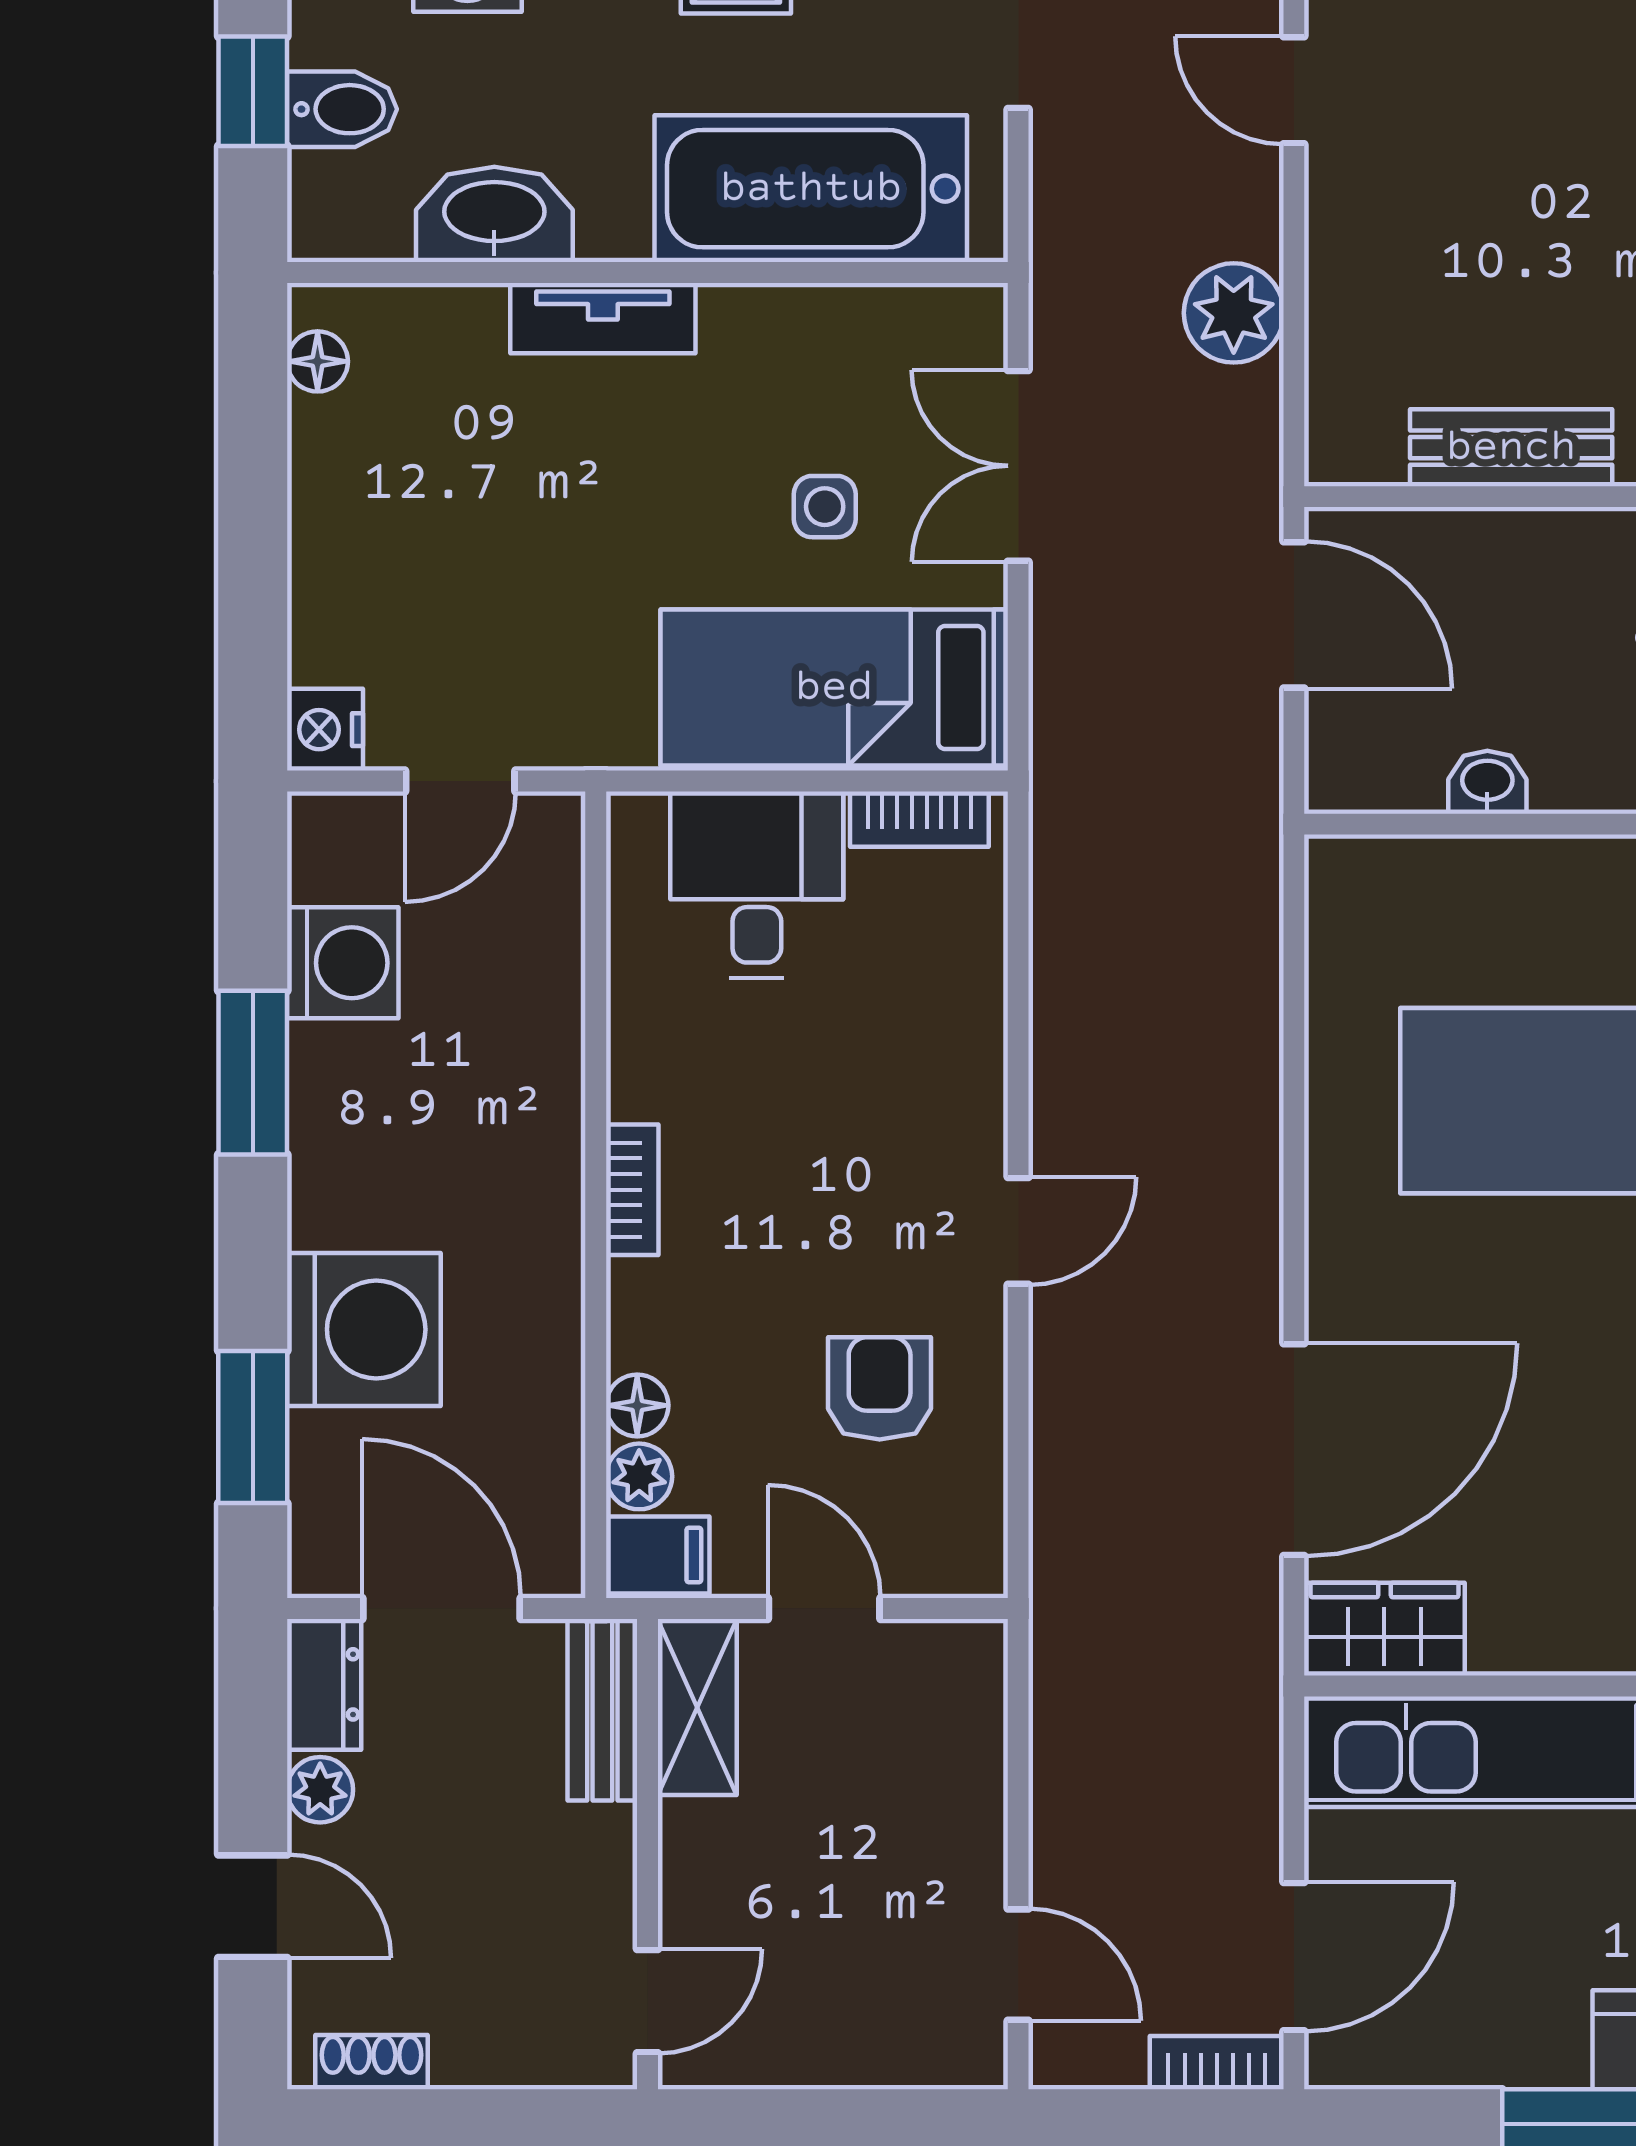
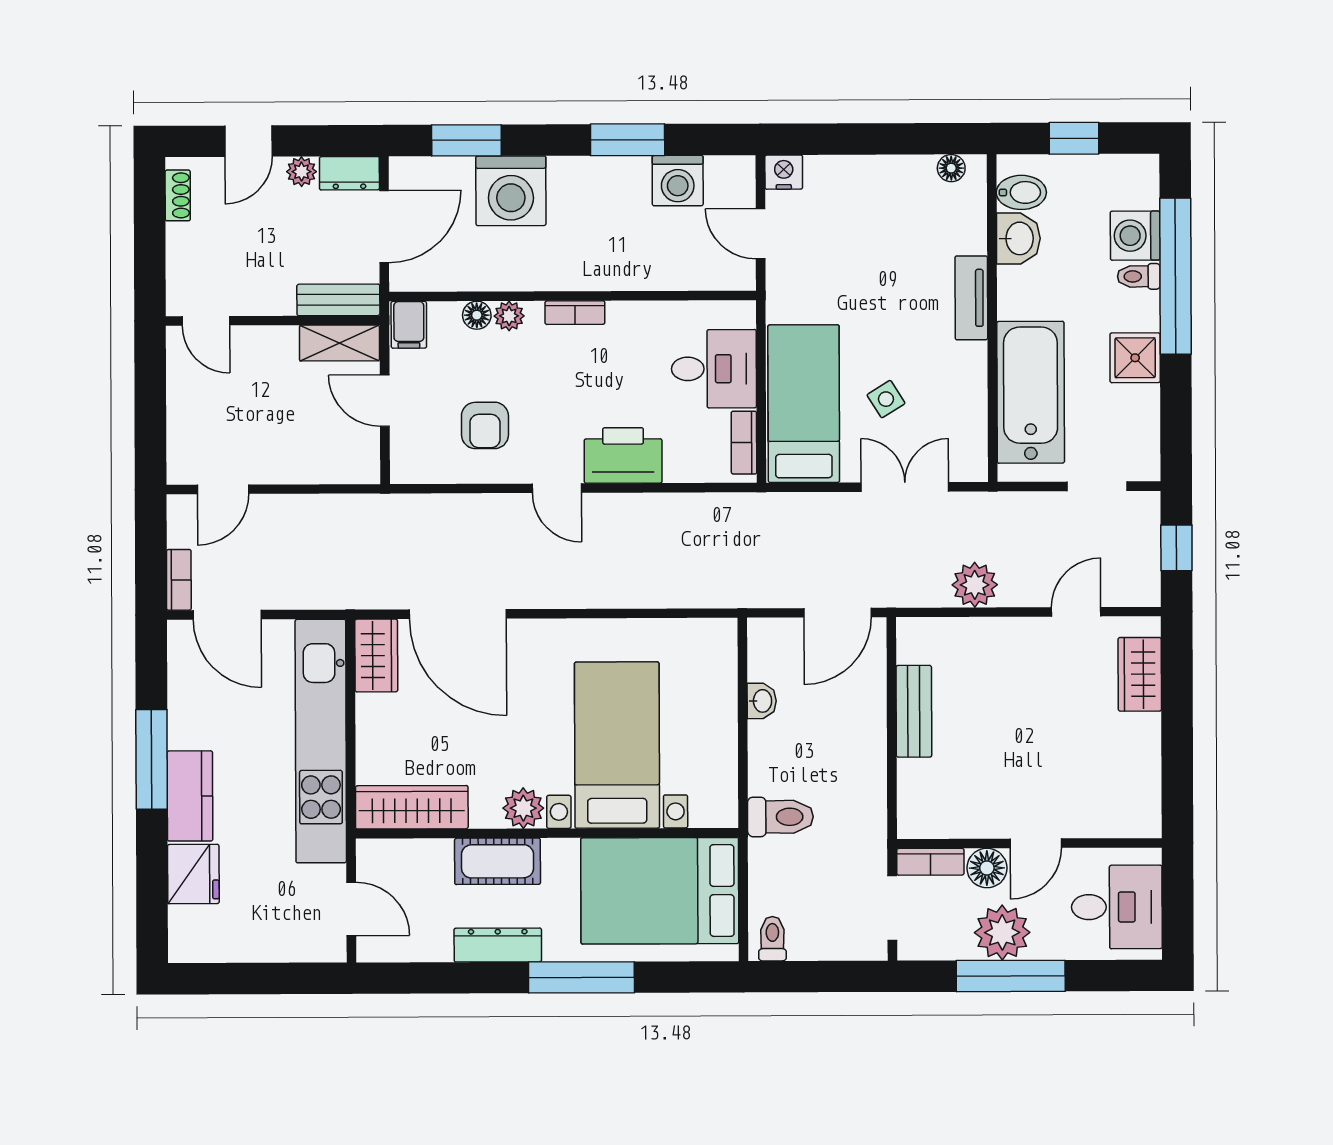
bidet: (342, 109) -> (1021, 192), moved, turned -90
washbasin: (494, 214) -> (1018, 238), width x0.72
side table: (825, 507) -> (886, 399), turned -32
printer: (947, 1085) -> (623, 455), added
armchair: (880, 1388) -> (485, 425), turned 90
plant: (639, 1476) -> (509, 316), moved
door: (824, 1608) -> (385, 401), swing flipped

